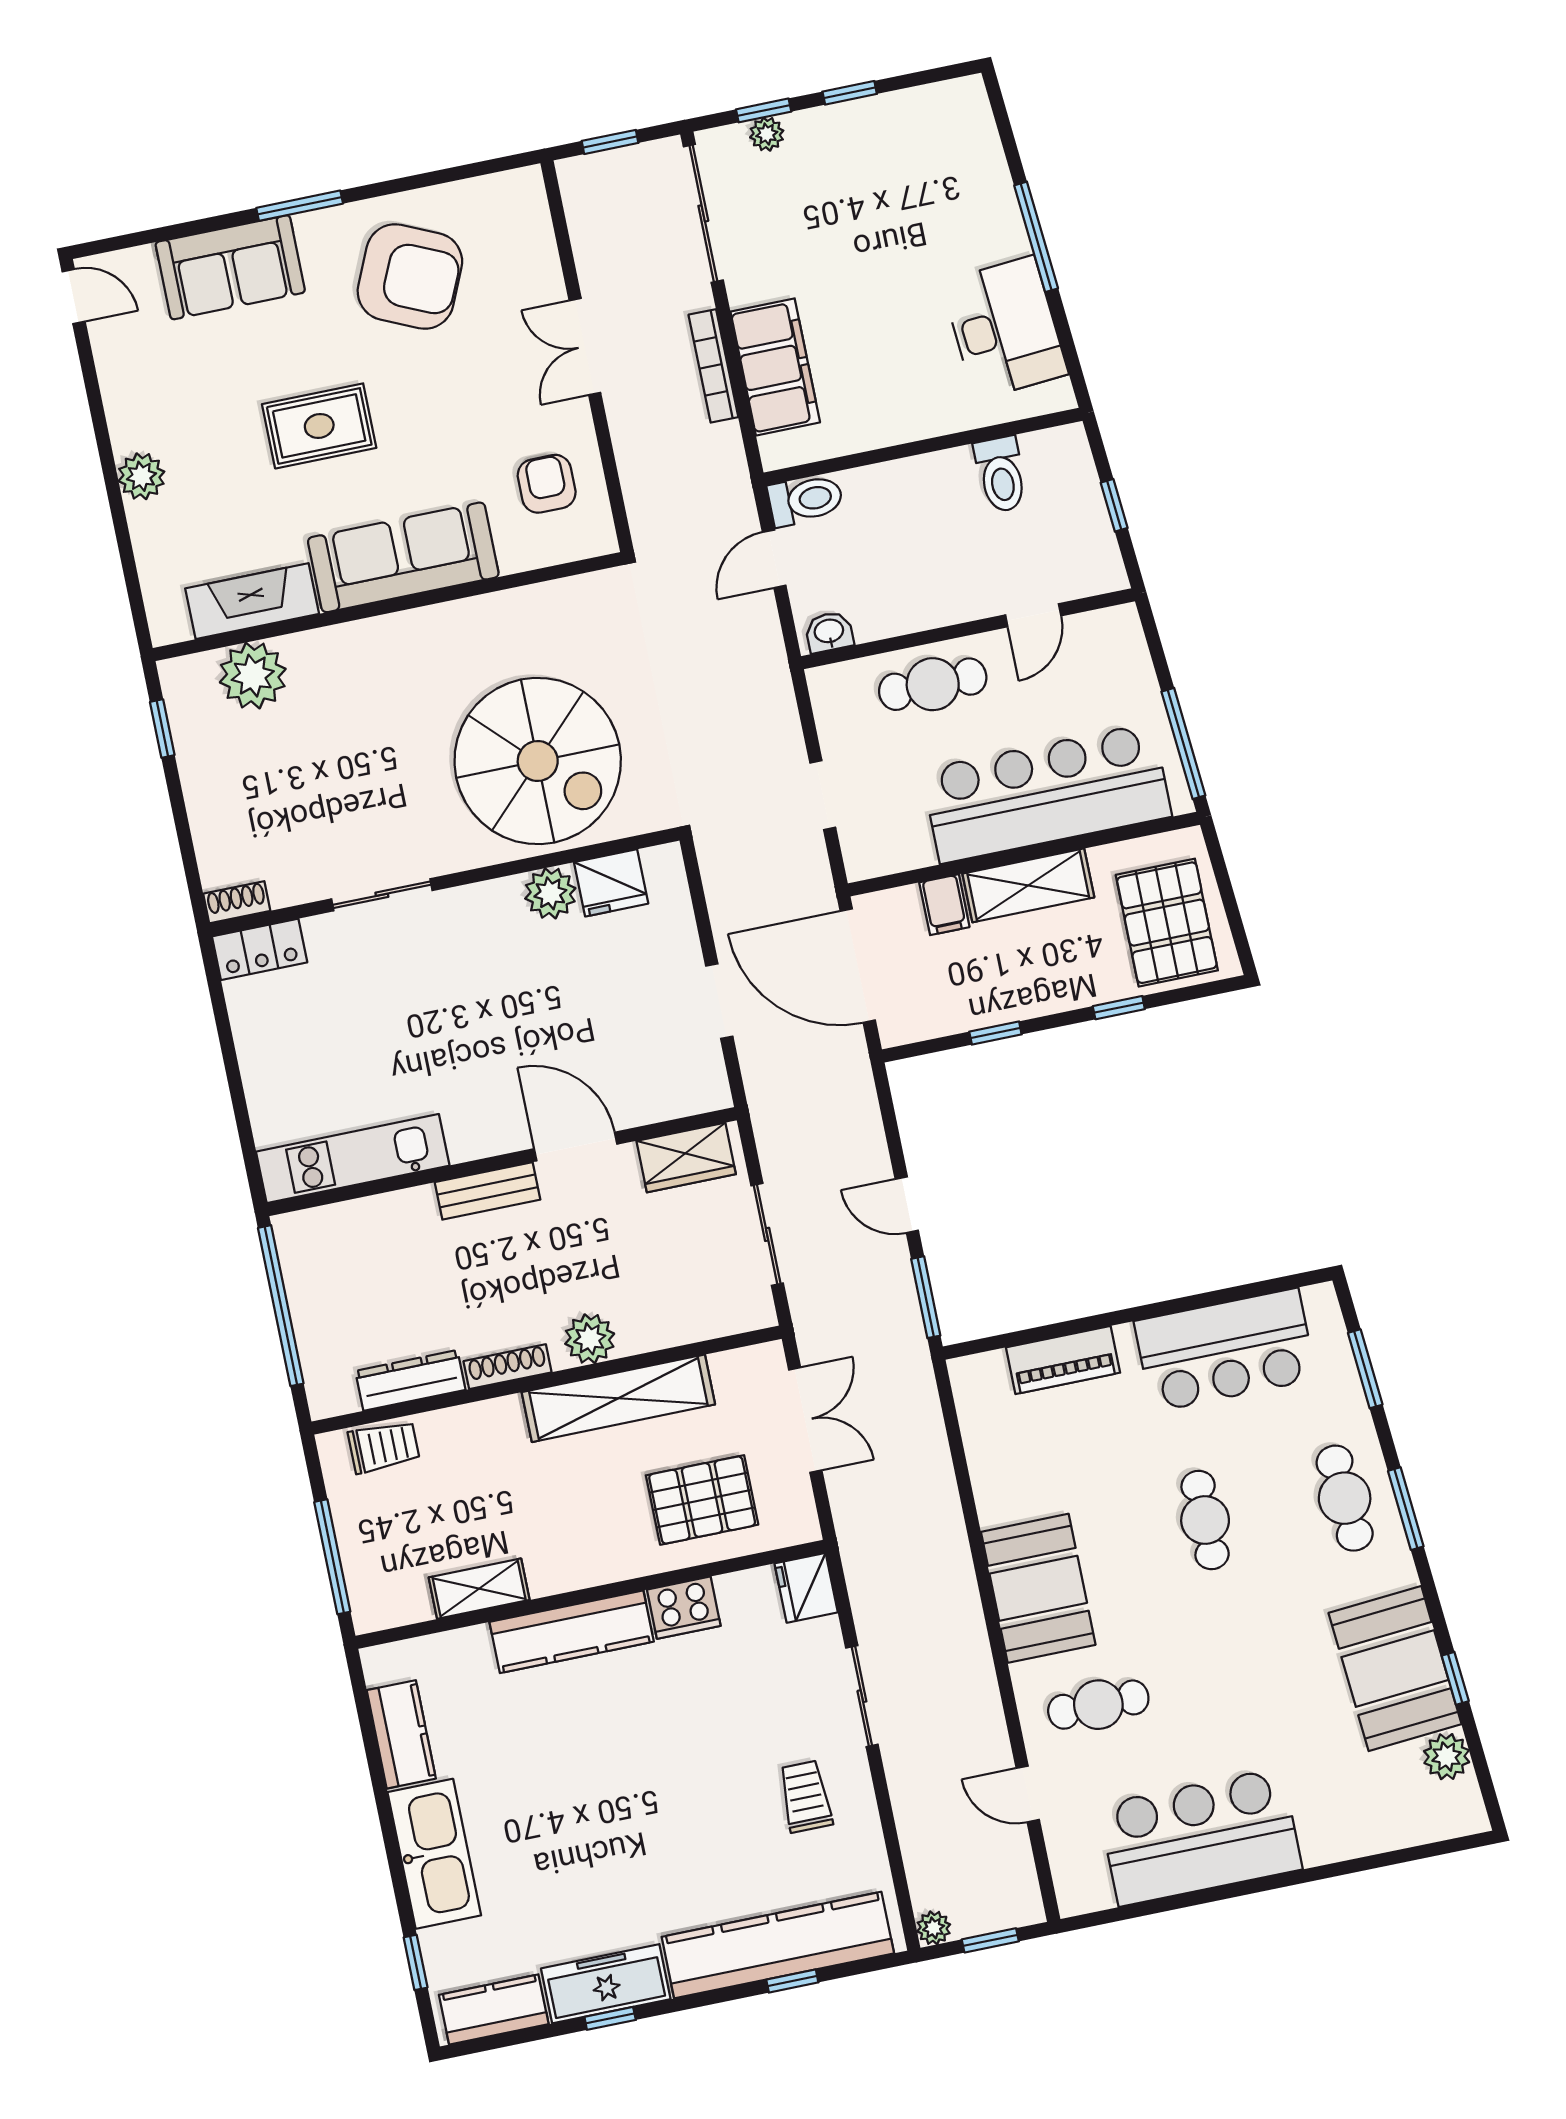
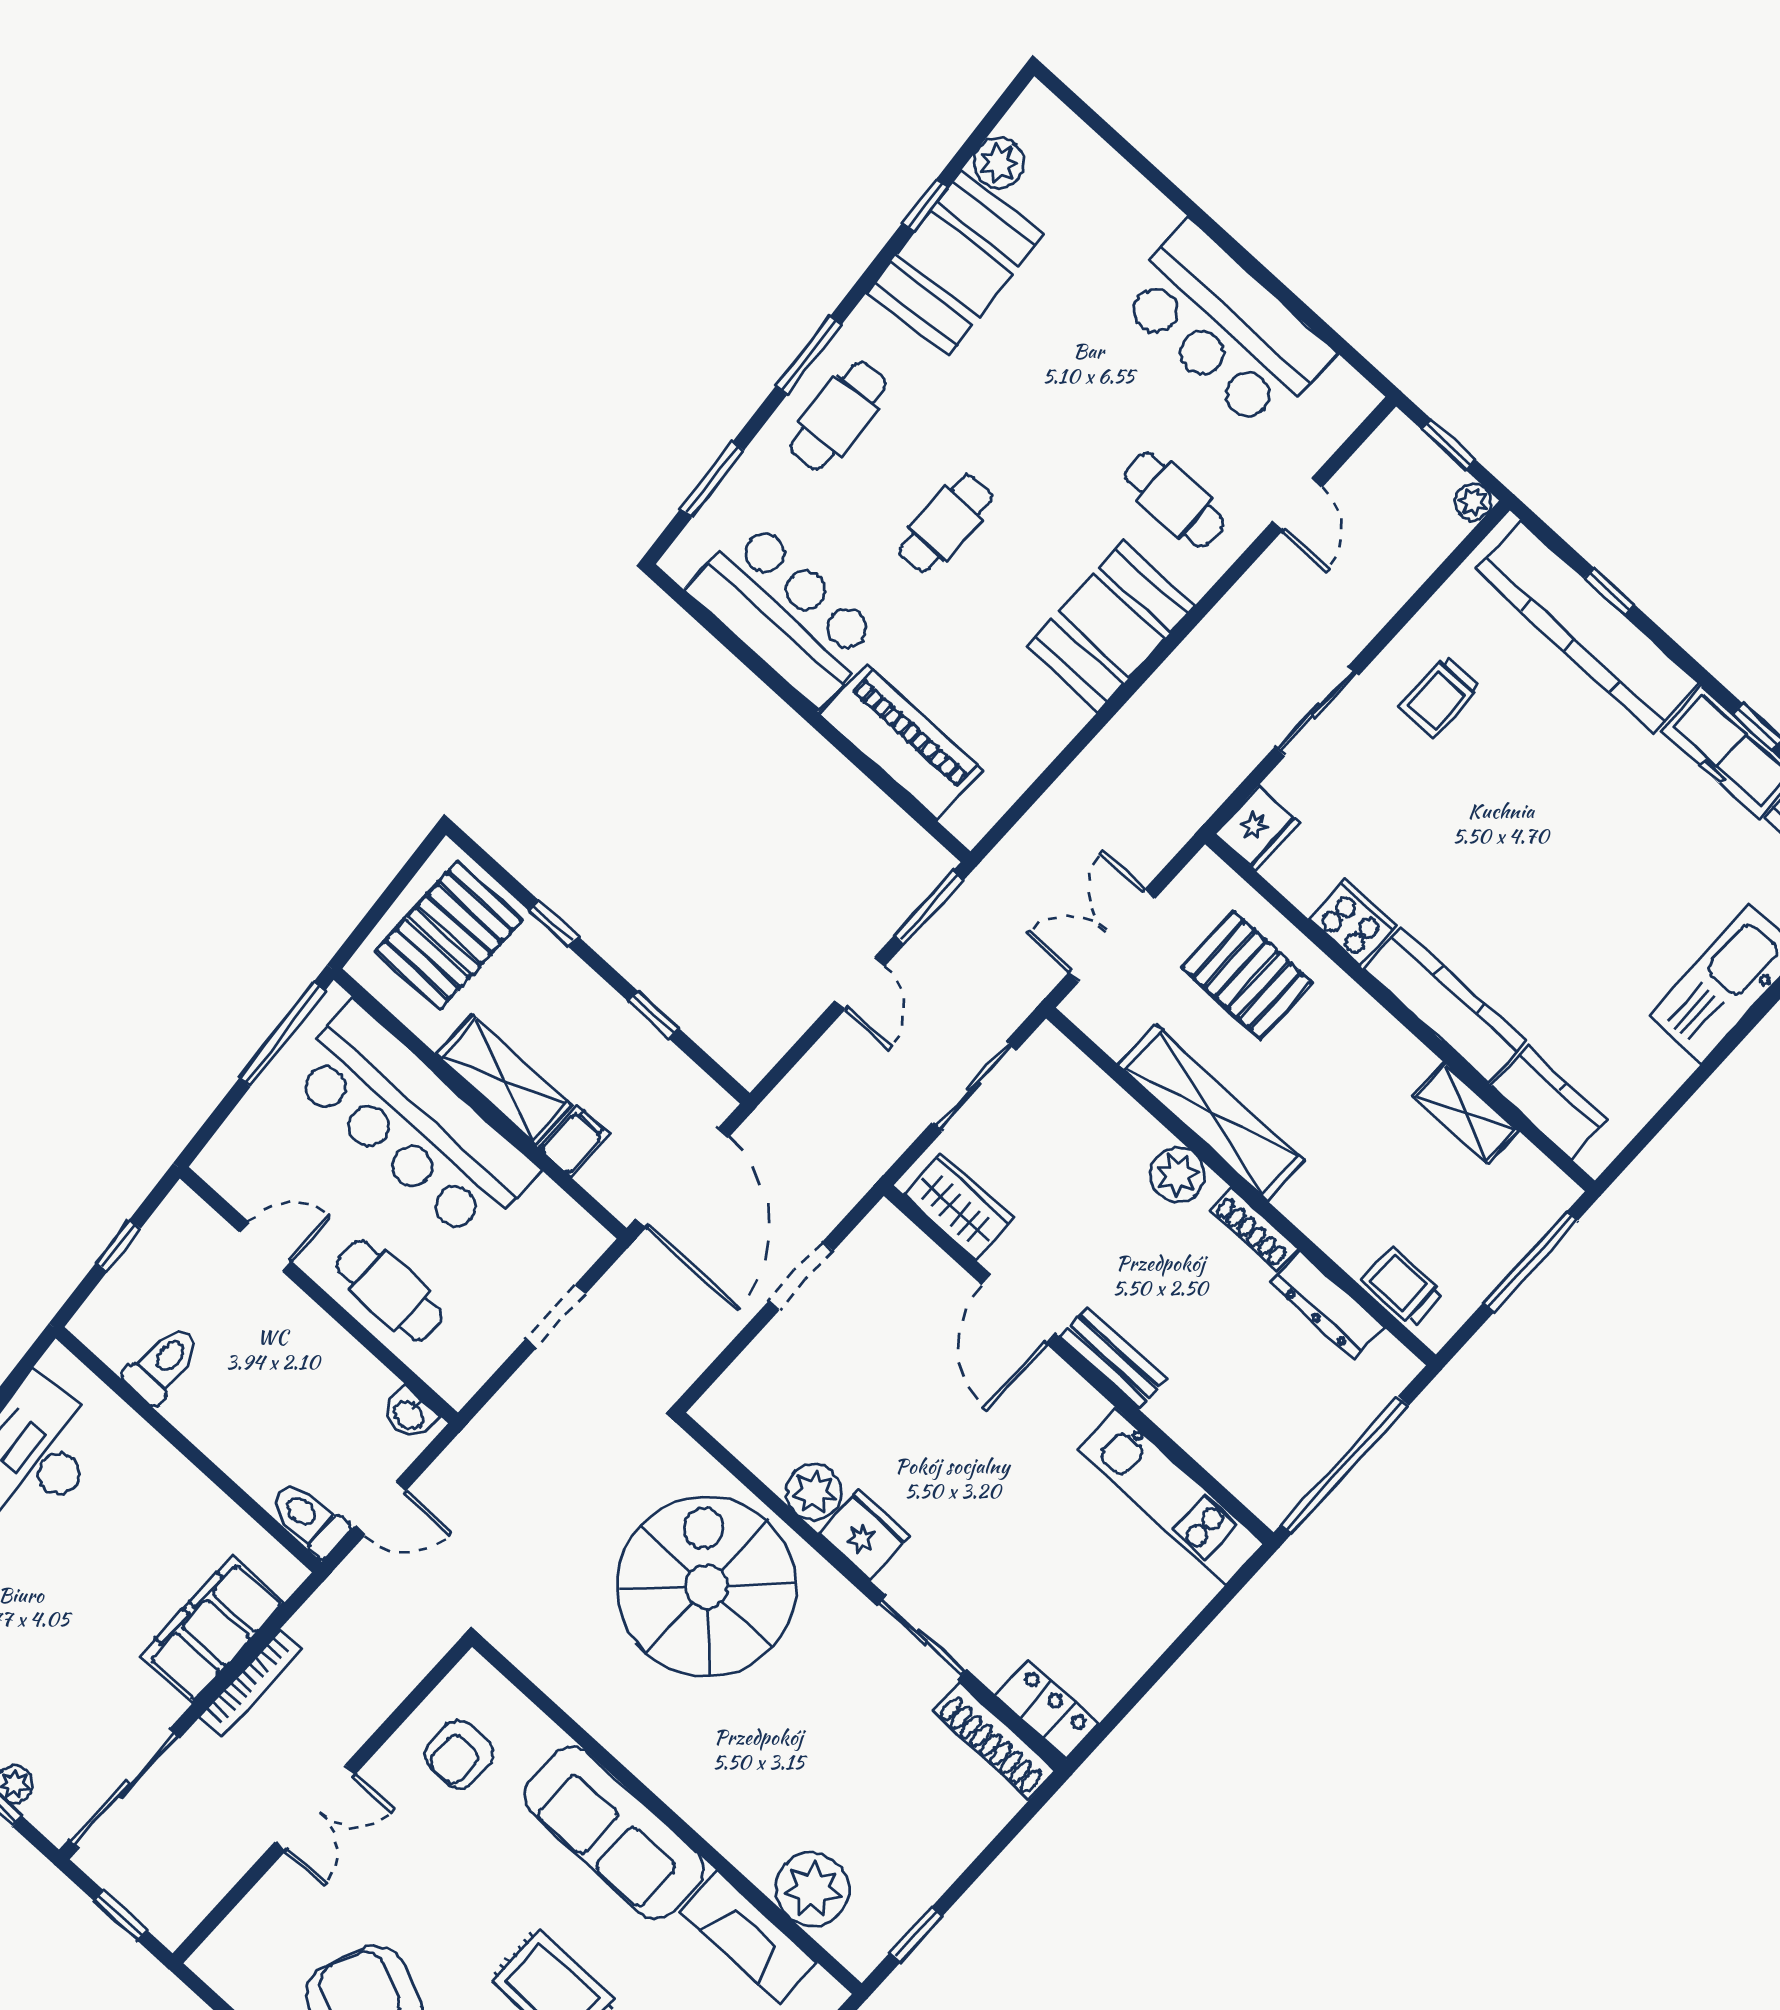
fridge: (611, 883) -> (864, 1535), moved
shoe rack: (237, 902) -> (994, 1741), width x1.94, depth x1.24
piano: (1063, 1360) -> (902, 742), width x1.37, depth x1.33
kitchen counter: (401, 1734) -> (1549, 1102), moved, turned 90

